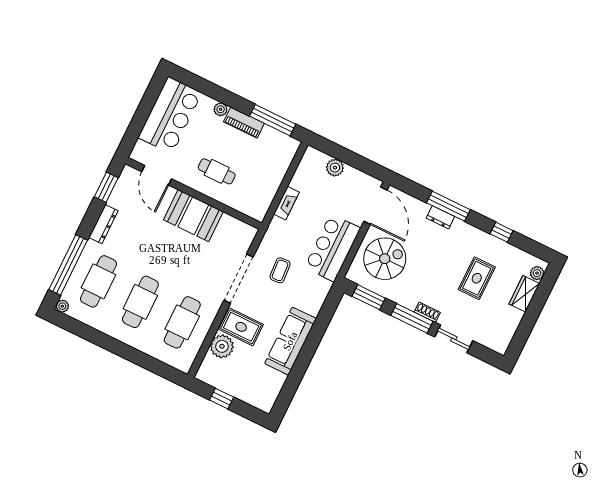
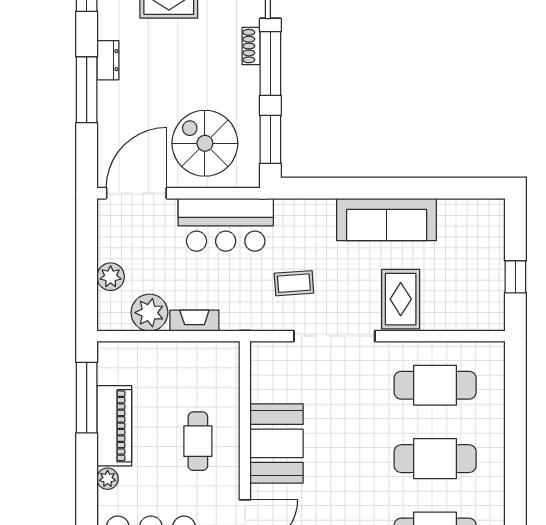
piano: (244, 123) -> (114, 426), width x1.37, depth x1.33
dresser: (440, 217) -> (108, 60), moved
plant: (222, 346) -> (149, 313), moved

